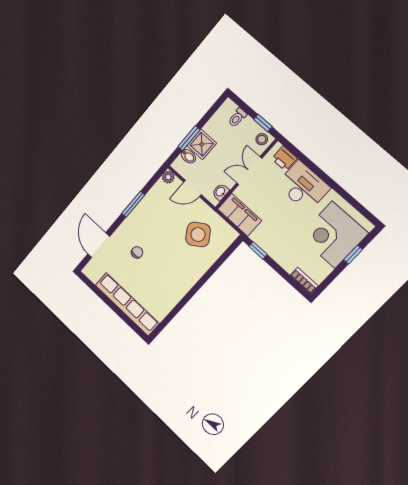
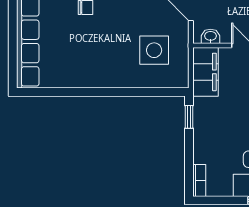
side table: (198, 235) -> (154, 50), turned 33

